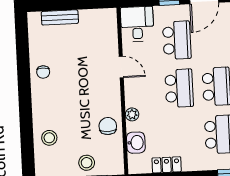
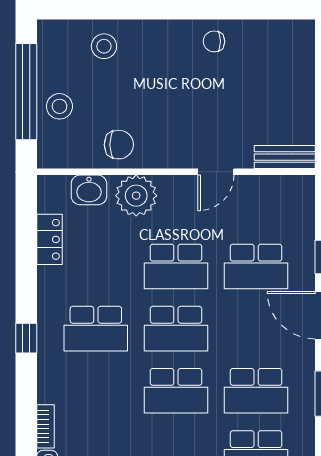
bench: (60, 17) -> (285, 157), moved, turned 90
desk: (137, 24) -> (286, 202), removed
plant: (132, 114) -> (136, 196), width x1.87, depth x1.87

